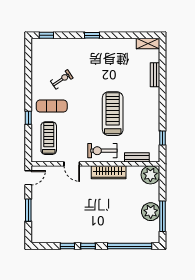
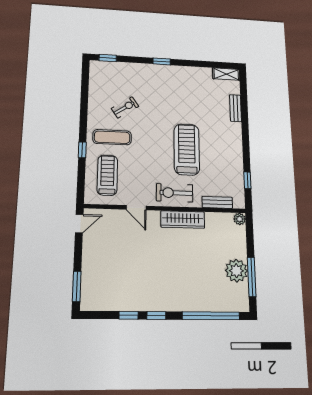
plant: (150, 175) -> (240, 219), width x0.53, depth x0.53
window: (28, 210) -> (77, 286), moved

